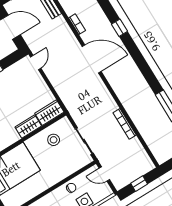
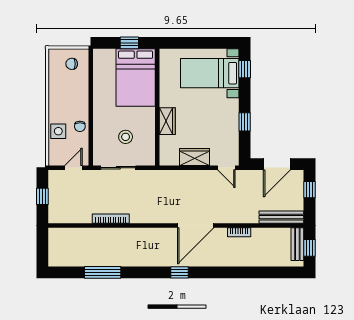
window: (120, 28) -> (179, 272), moved
wardrobe: (49, 113) -> (195, 157), moved, turned -90
stool: (54, 140) -> (126, 137), moved

